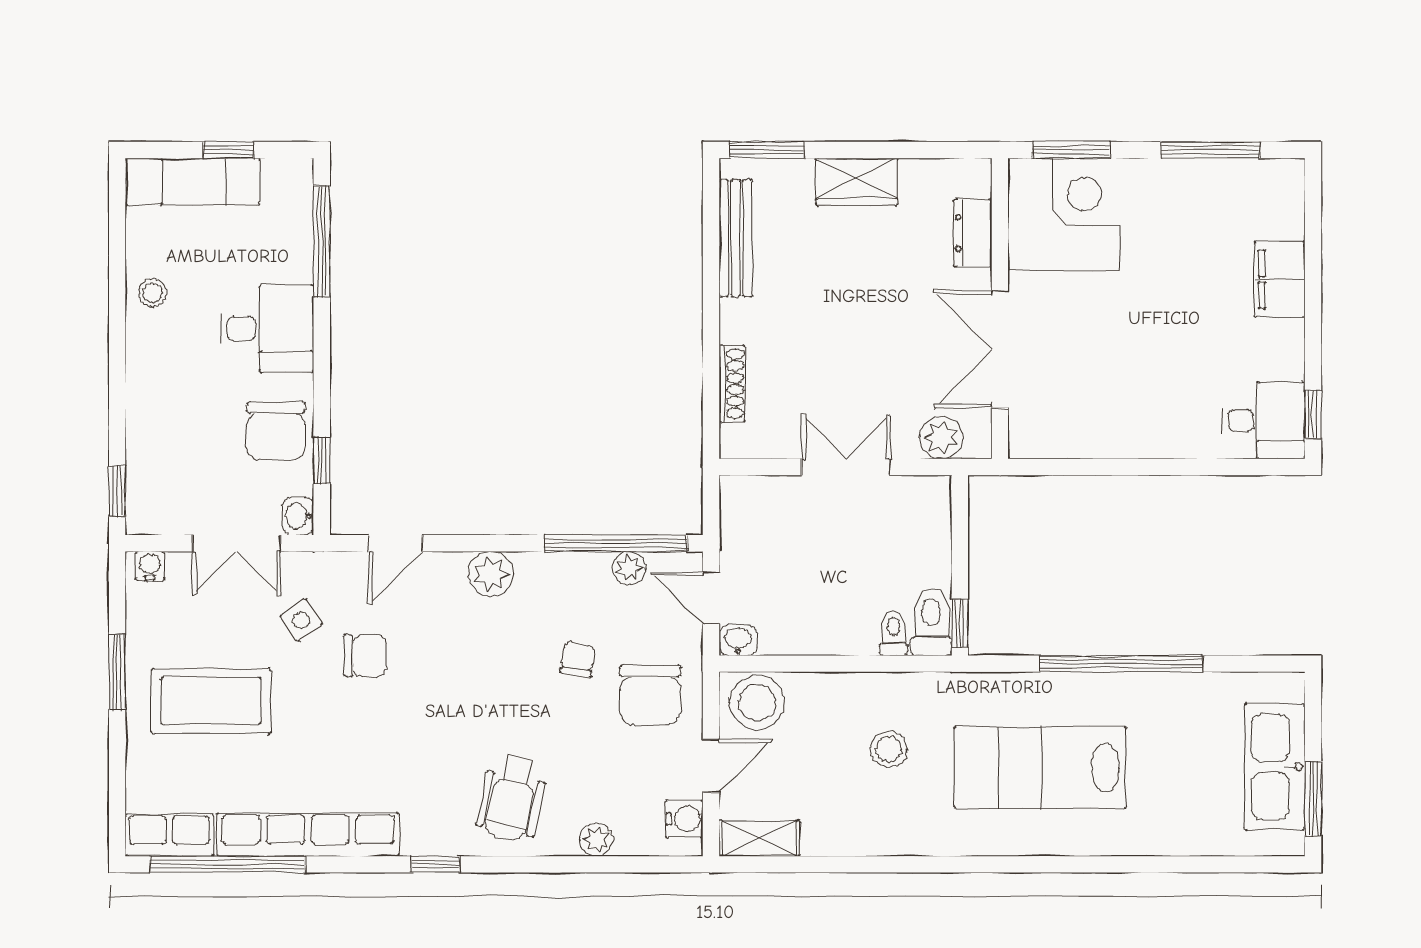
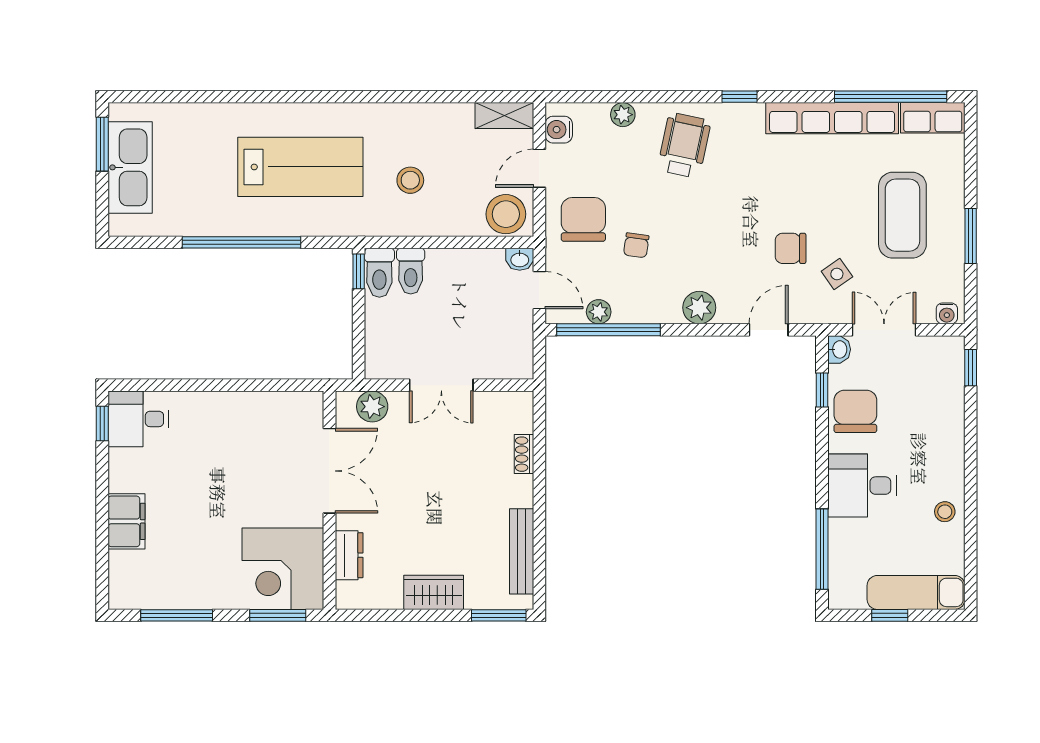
shoe rack: (732, 384) -> (524, 454), width x0.70
toilet: (893, 633) -> (411, 271), width x1.37, depth x1.39
coffee table: (211, 701) -> (902, 215), turned 90

